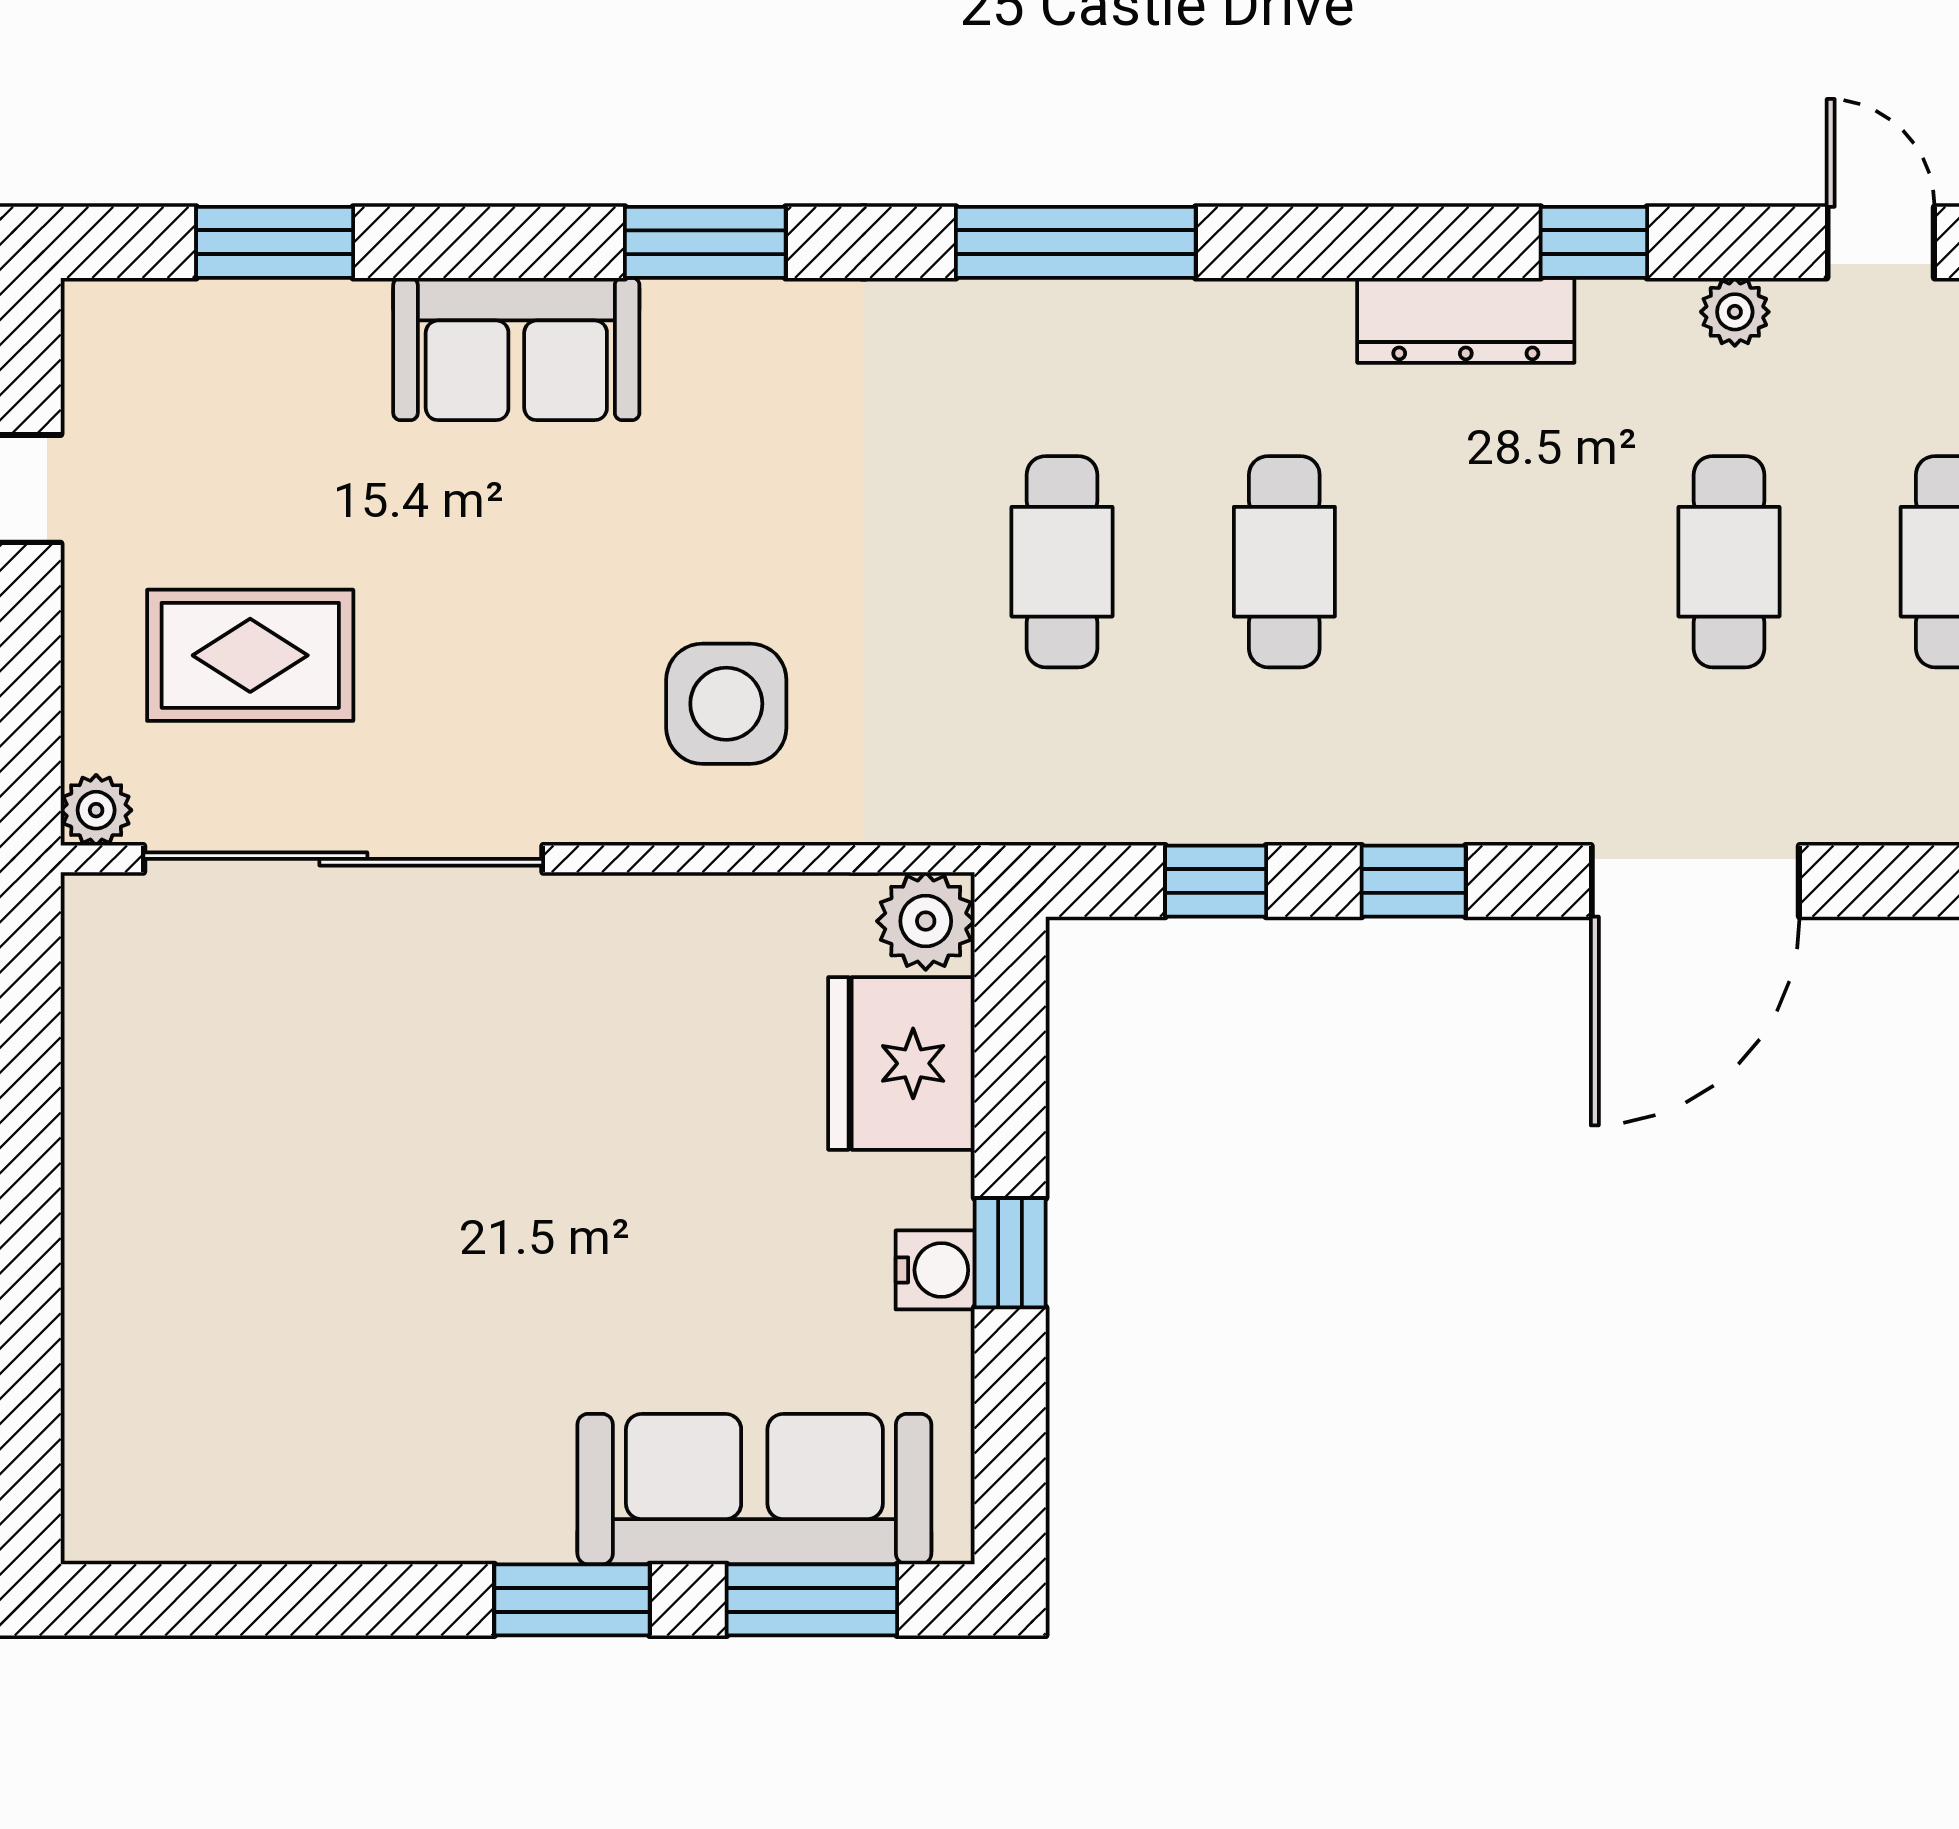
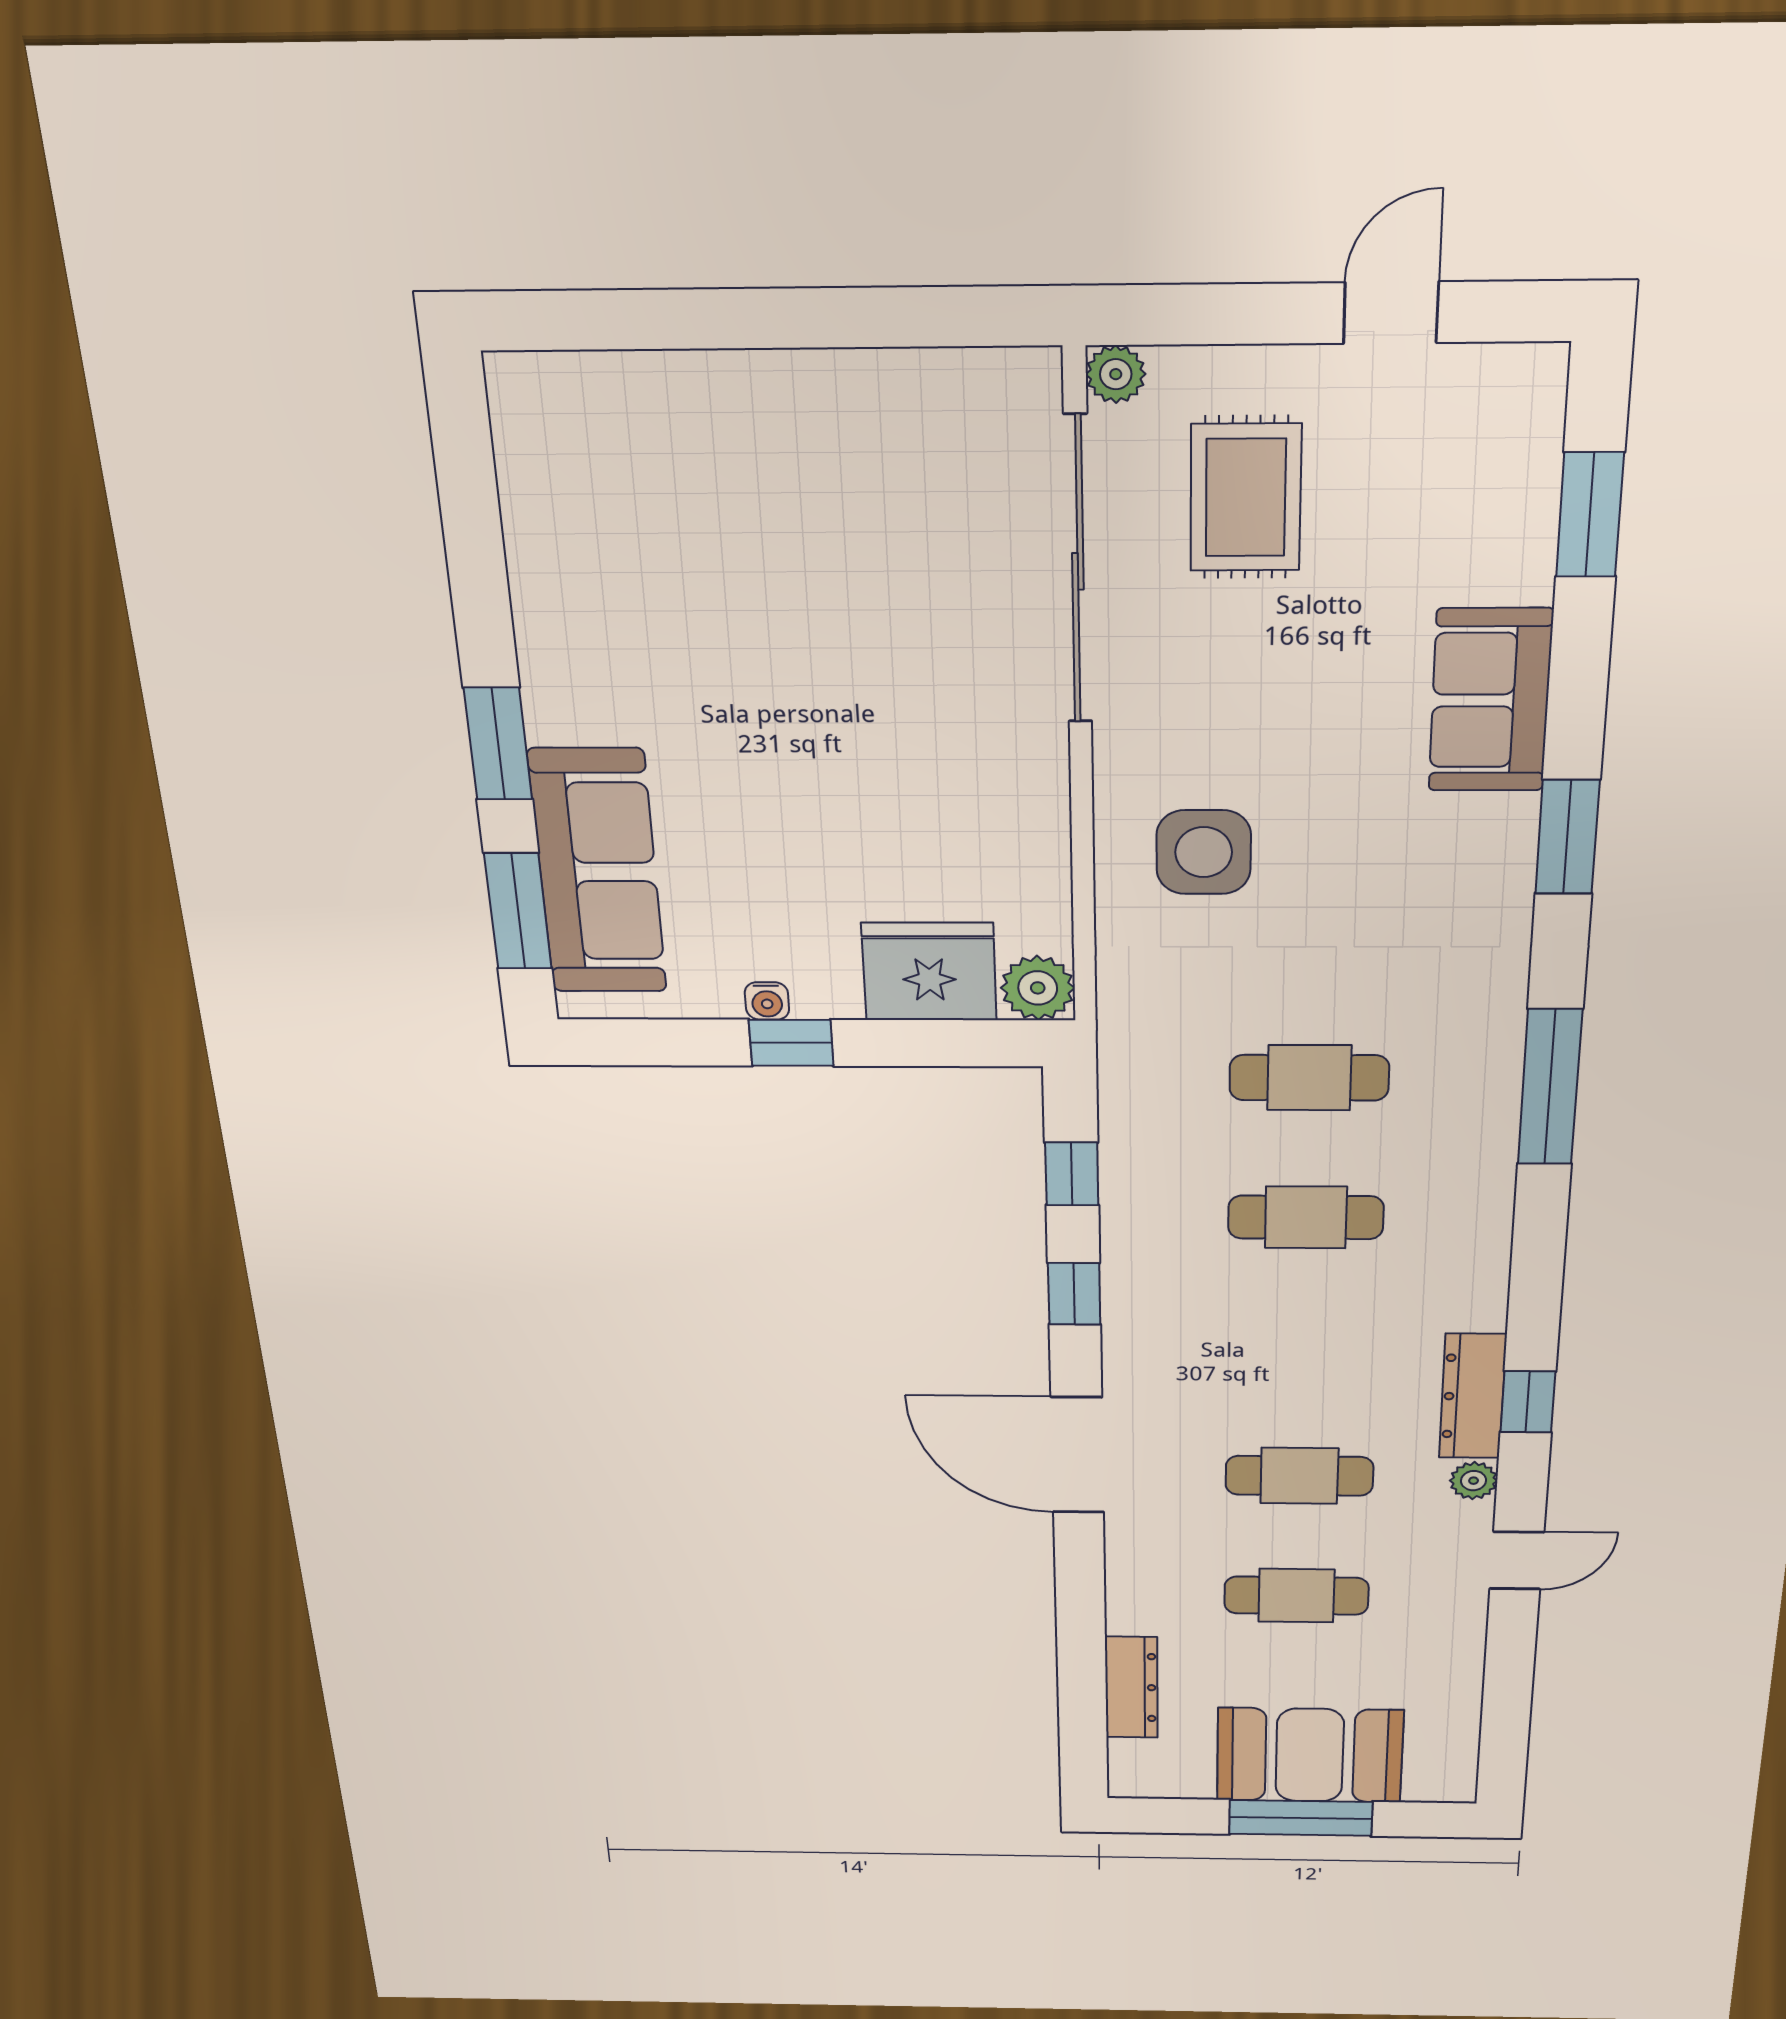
dresser: (1466, 320) -> (1473, 1396), moved
water cooler: (935, 1270) -> (767, 1001), width x0.72, depth x0.72

